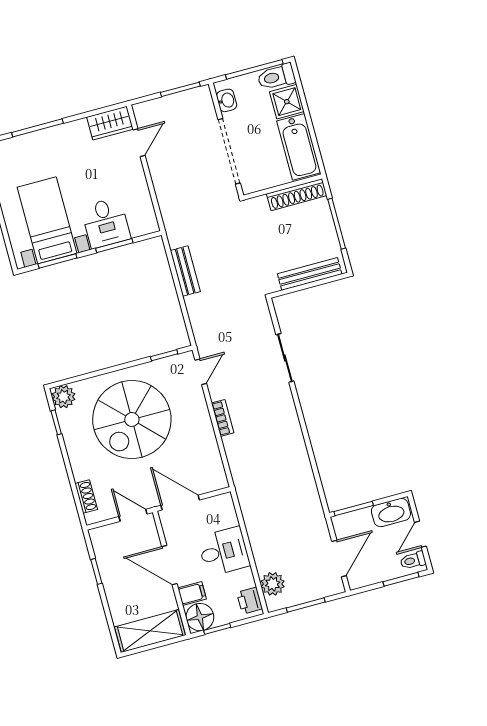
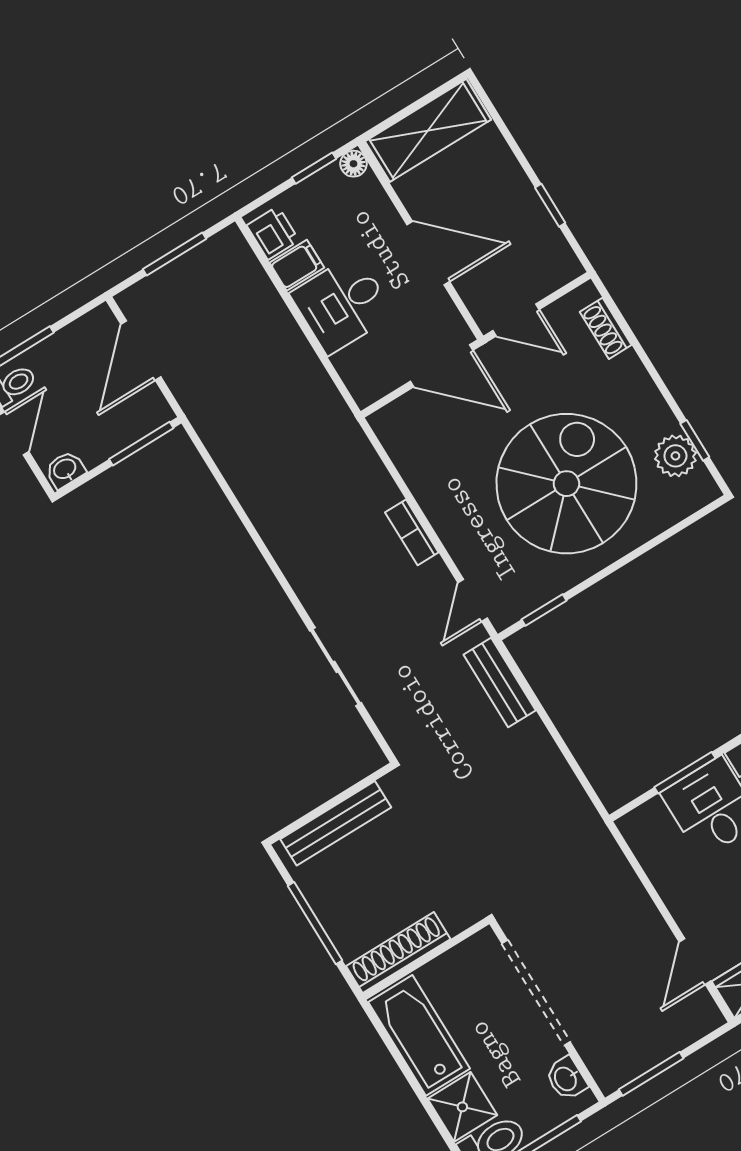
bench: (185, 271) -> (500, 683), moved
plant: (64, 397) -> (675, 456), moved
washbasin: (391, 512) -> (65, 470), width x0.52, depth x0.69
plant: (273, 584) -> (242, 273), removed
filing cabinet: (192, 594) -> (297, 265), moved, turned 180
floor lamp: (200, 617) -> (353, 164), width x0.53, depth x0.53

